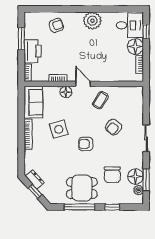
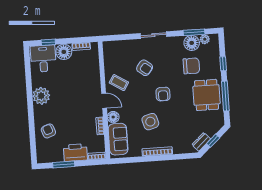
door: (83, 84) -> (104, 101), swing flipped
sofa: (33, 102) -> (118, 139), moved, turned 90

